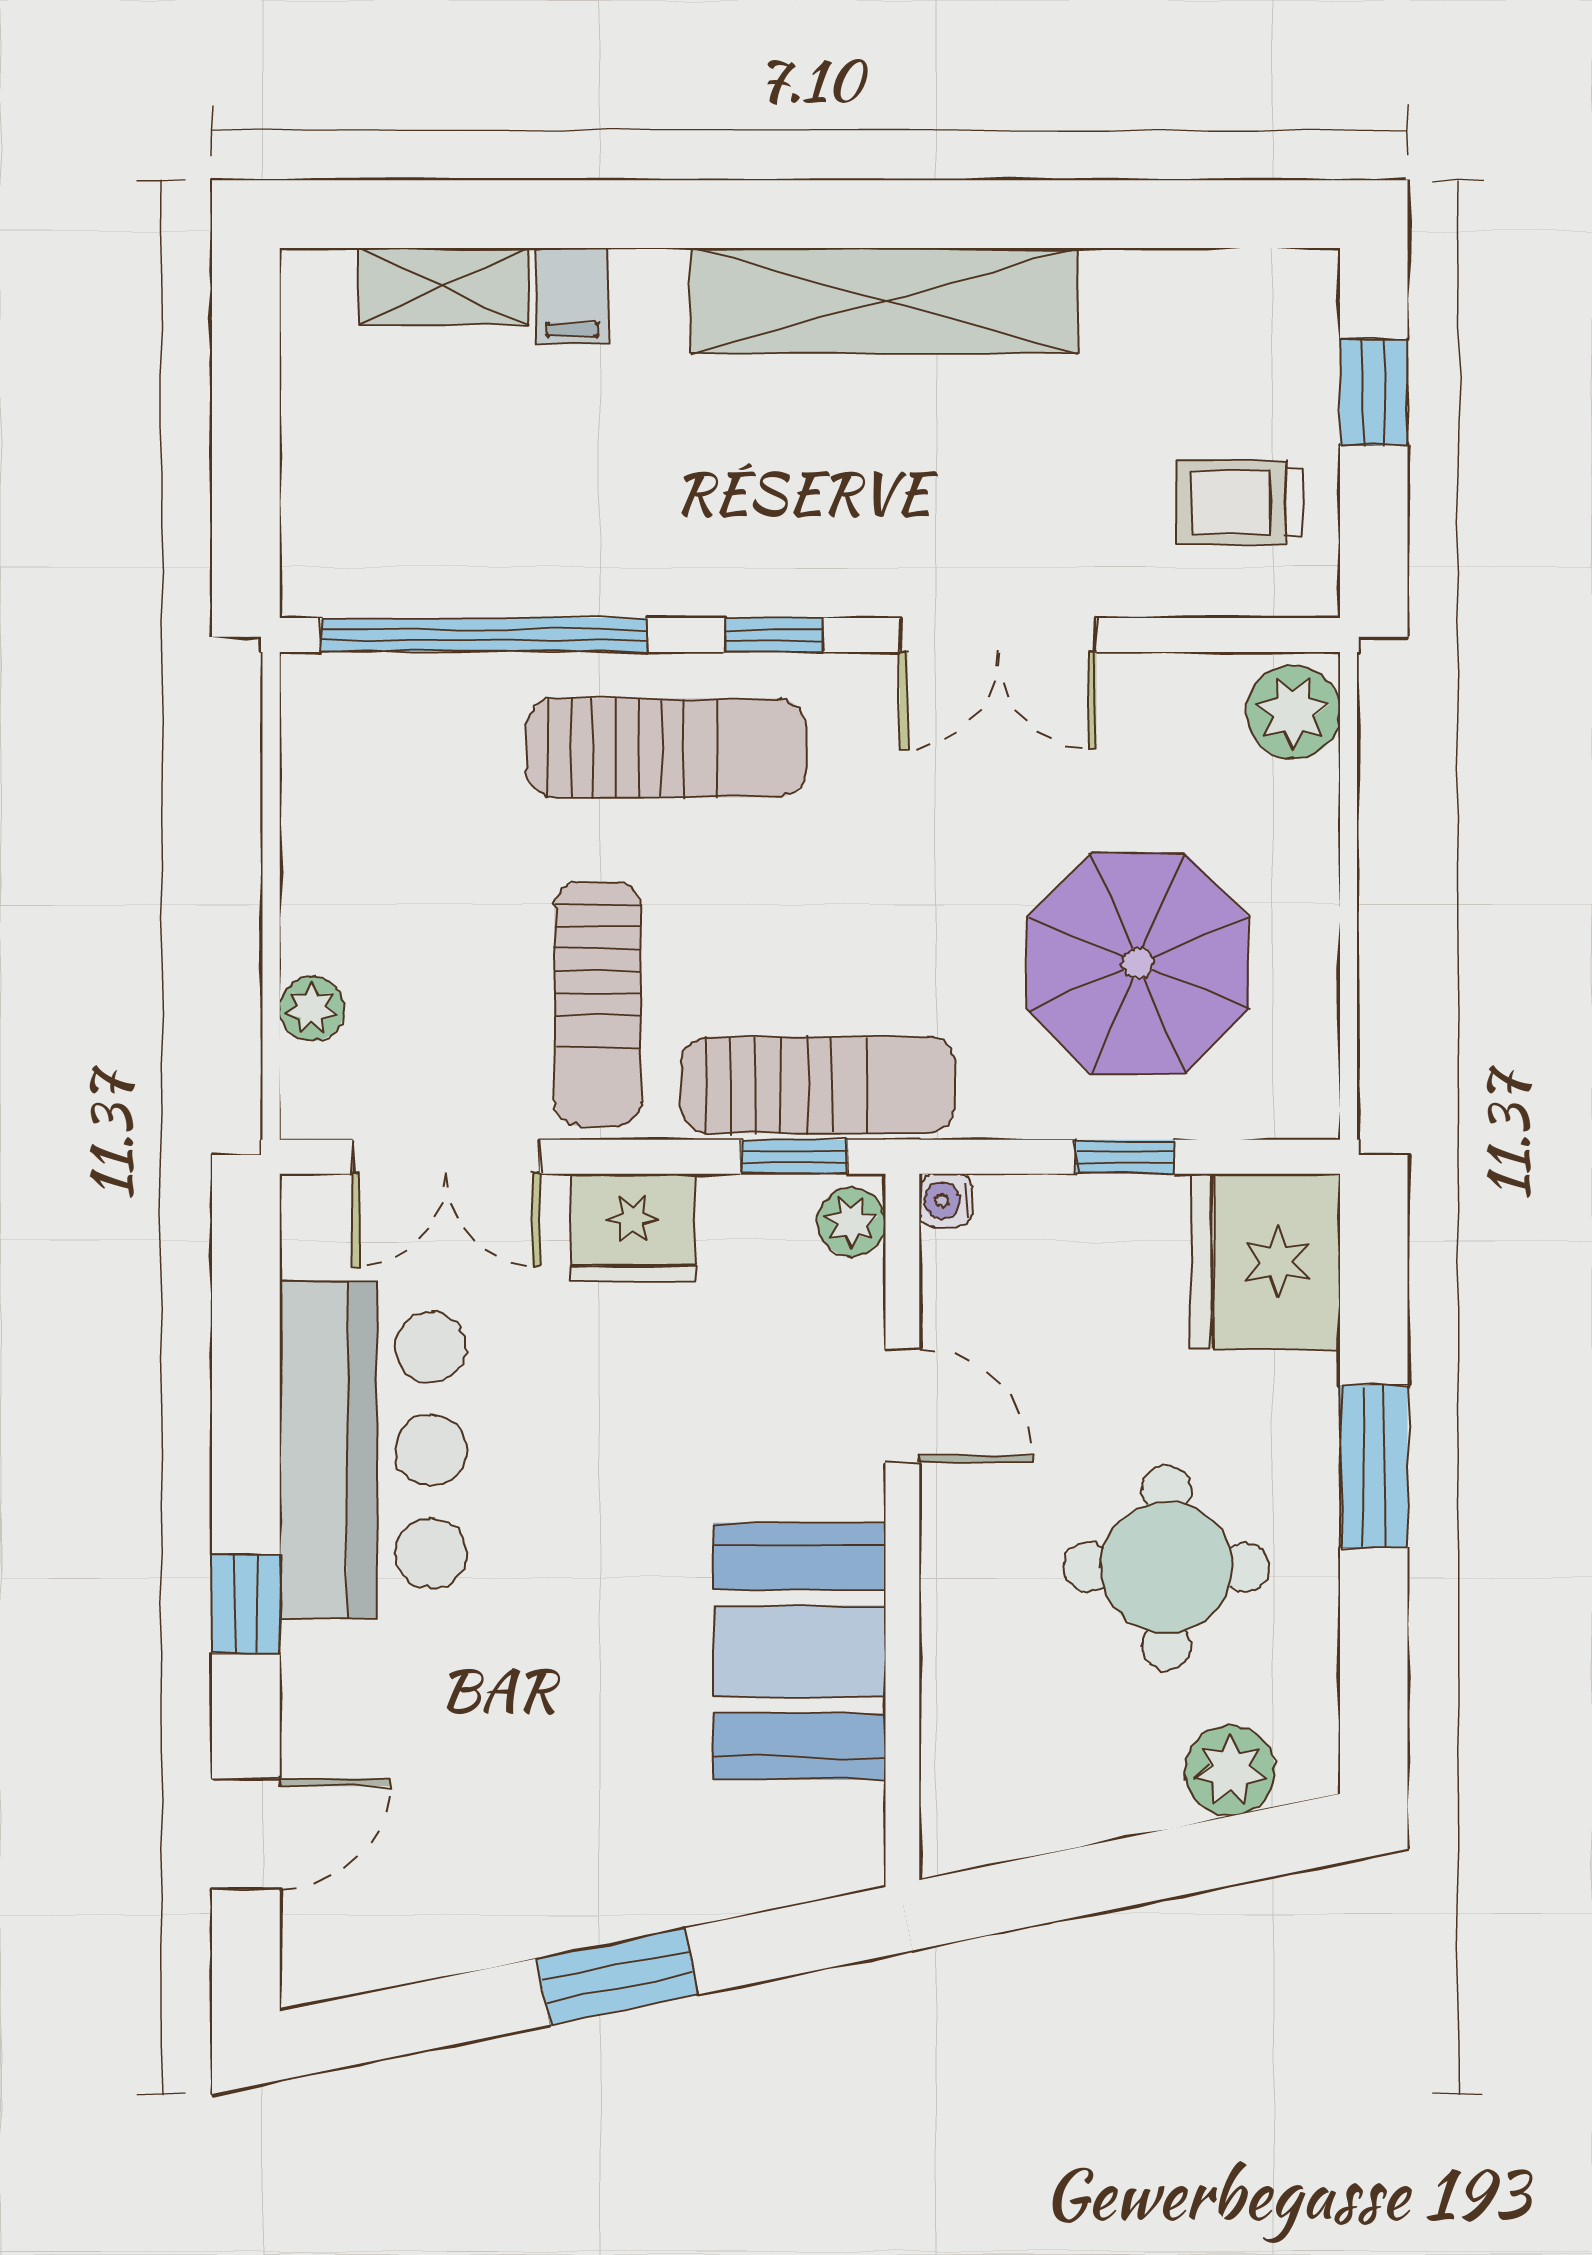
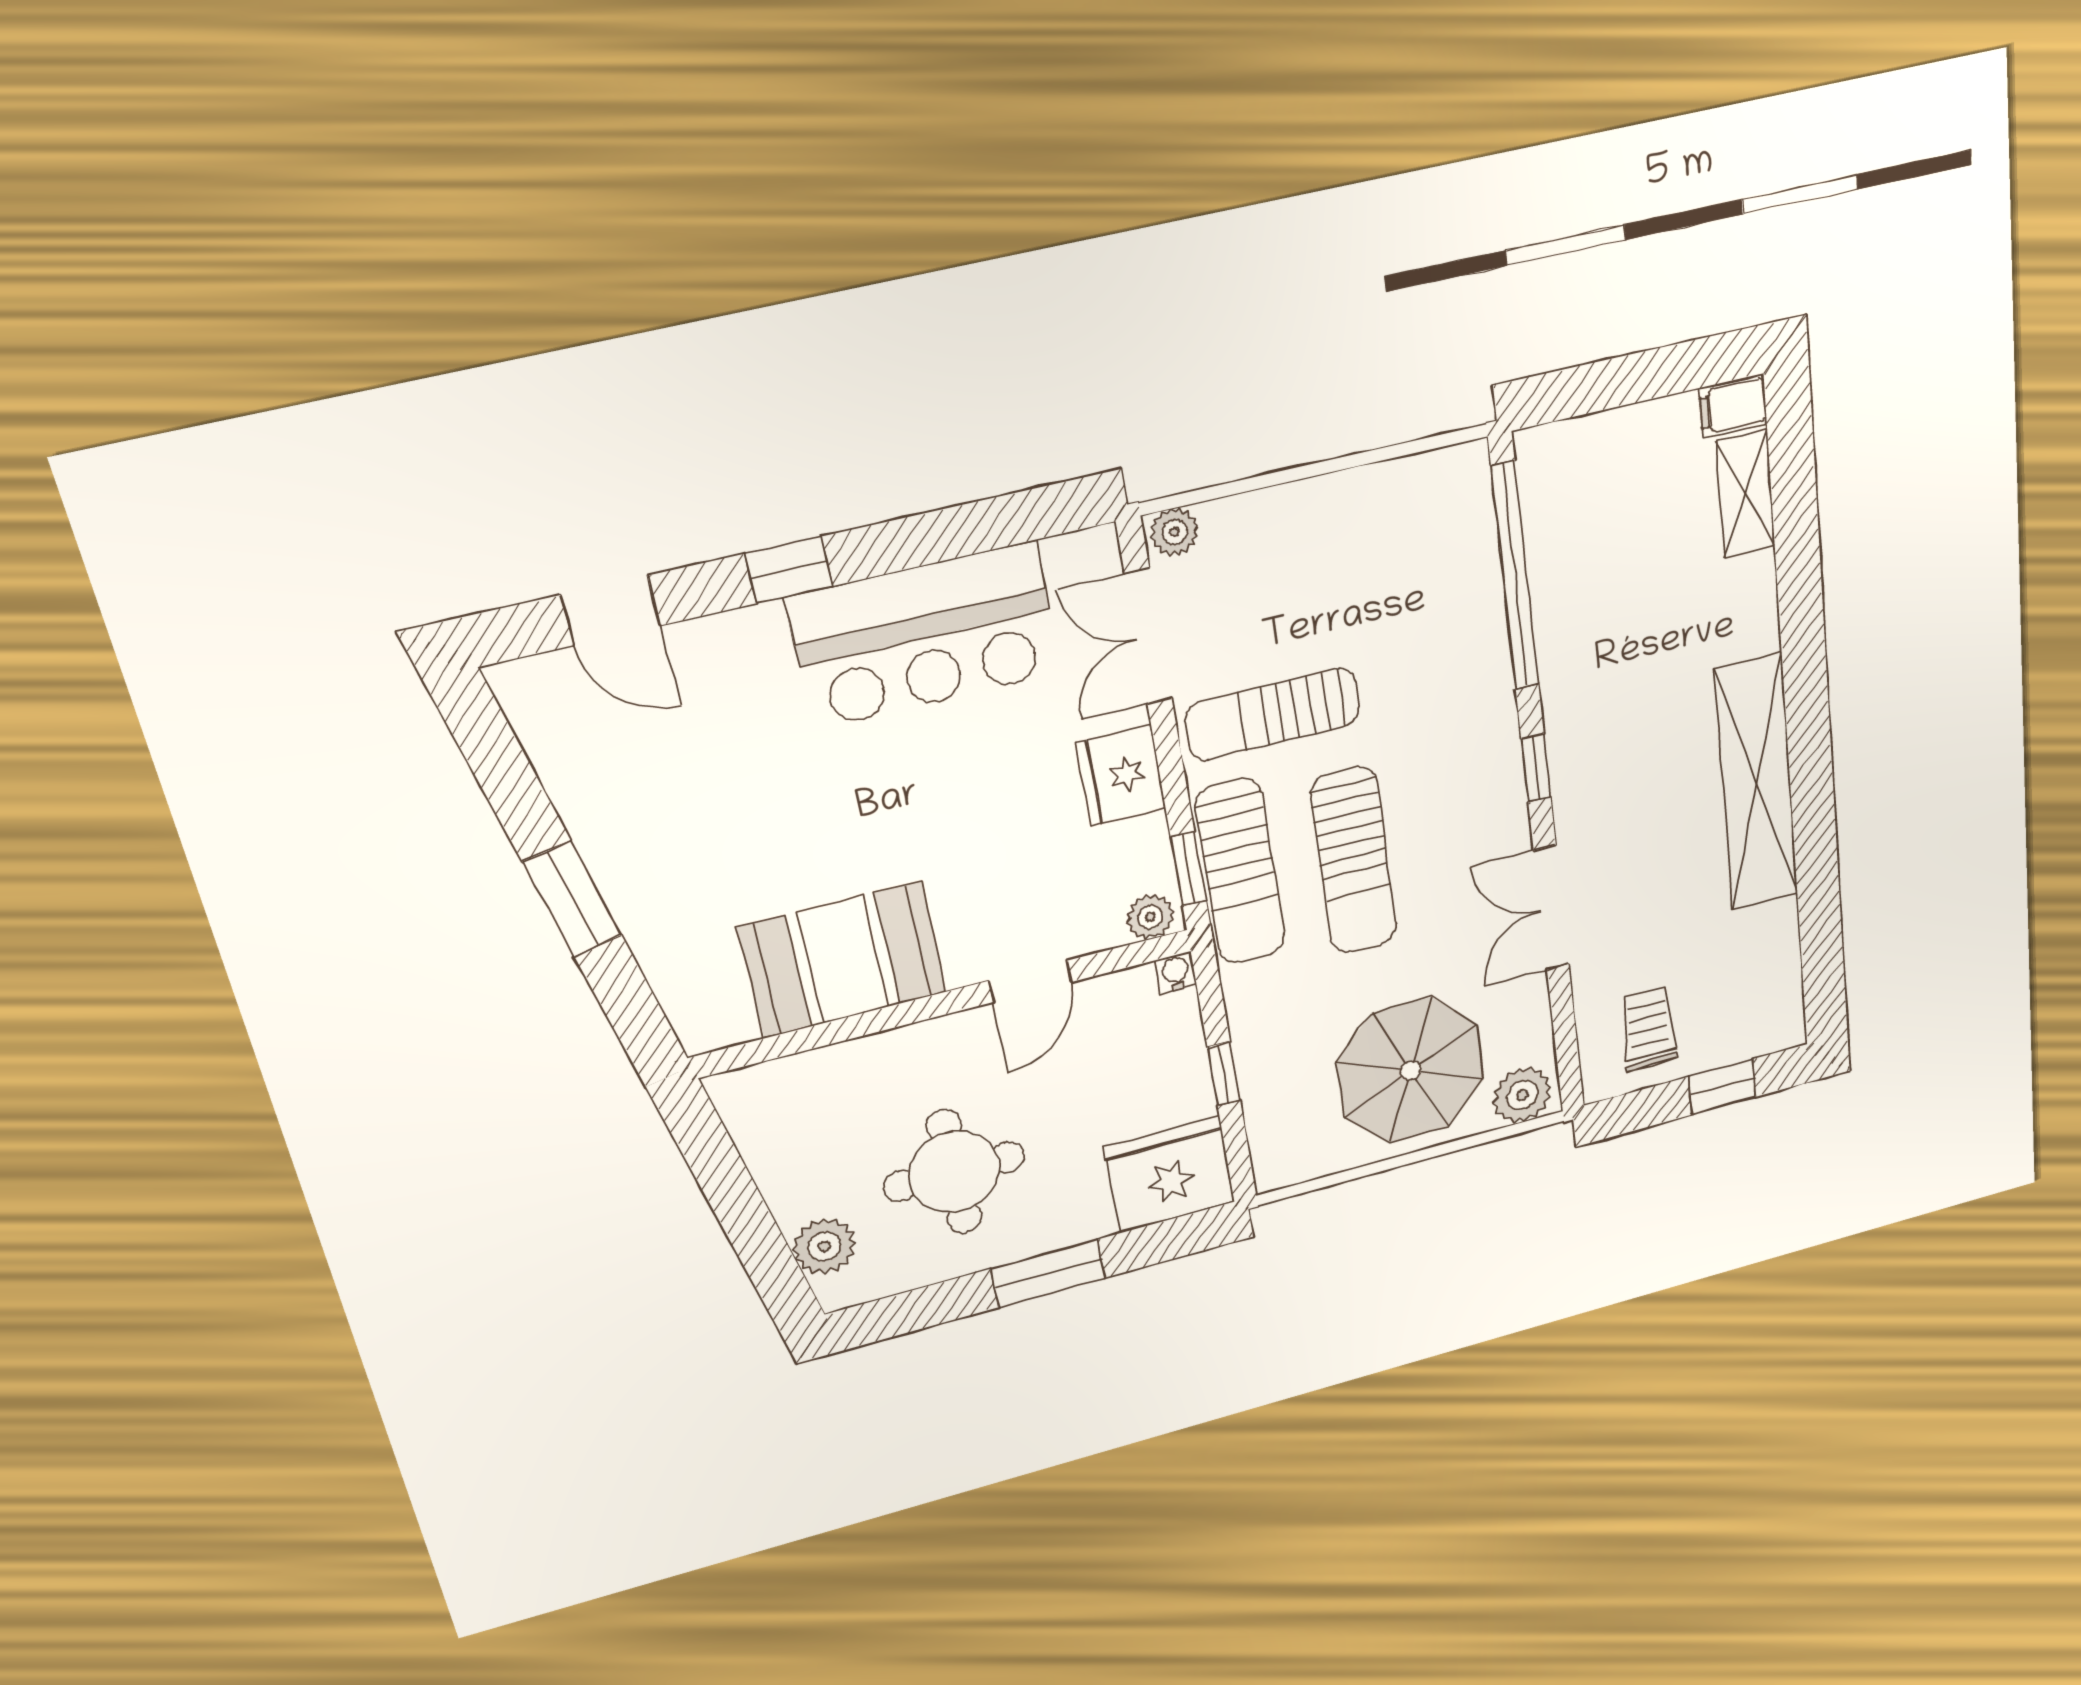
filing cabinet: (572, 296) -> (1733, 406), moved
sun lounger: (667, 748) -> (1354, 861), moved
parasol: (1138, 963) -> (1411, 1071), moved
plant: (312, 1009) -> (1175, 532), moved

